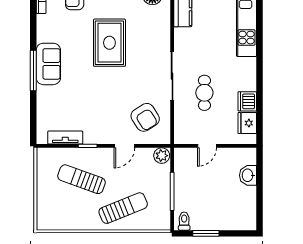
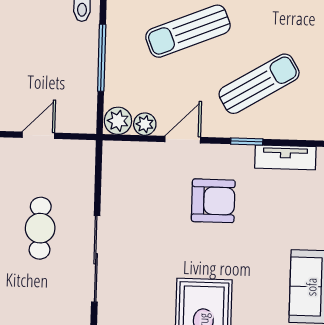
armchair: (145, 117) -> (213, 201), moved, turned 122
plant: (146, 154) -> (145, 124), added
sun lounger: (82, 179) -> (259, 84), turned -51

